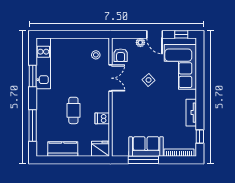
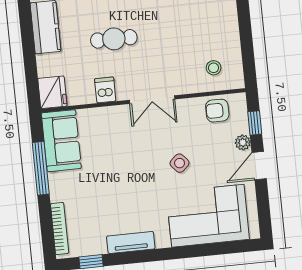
window: (181, 34) -> (255, 123), moved
double door: (110, 78) -> (152, 100), moved
sofa: (146, 146) -> (61, 141), moved

